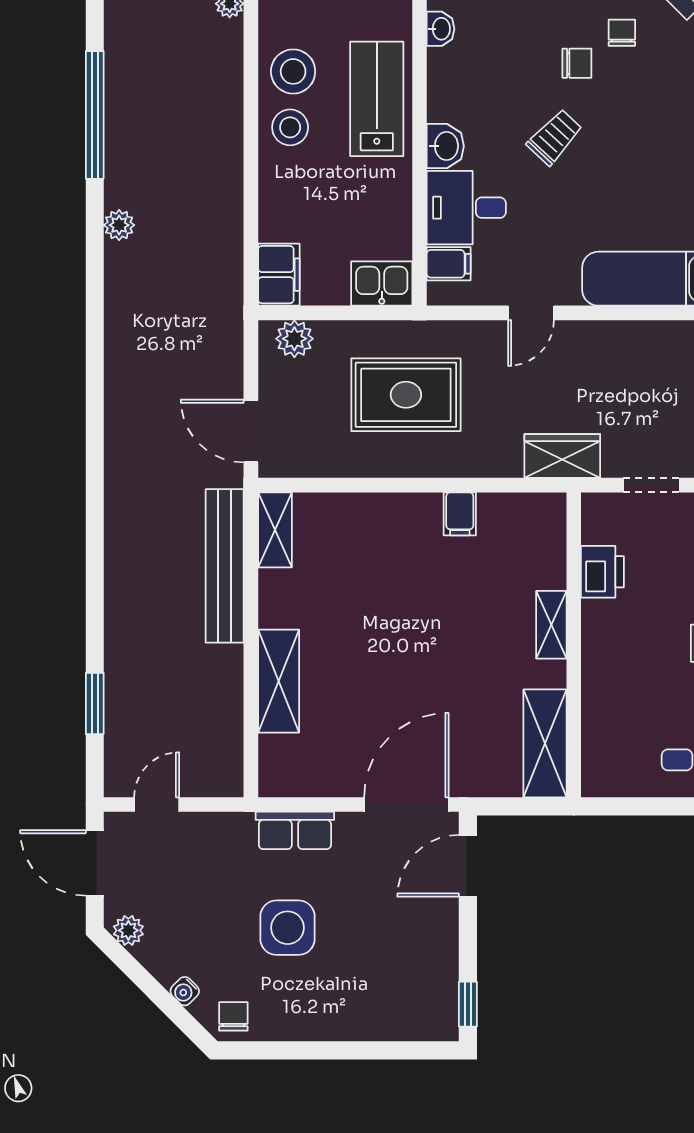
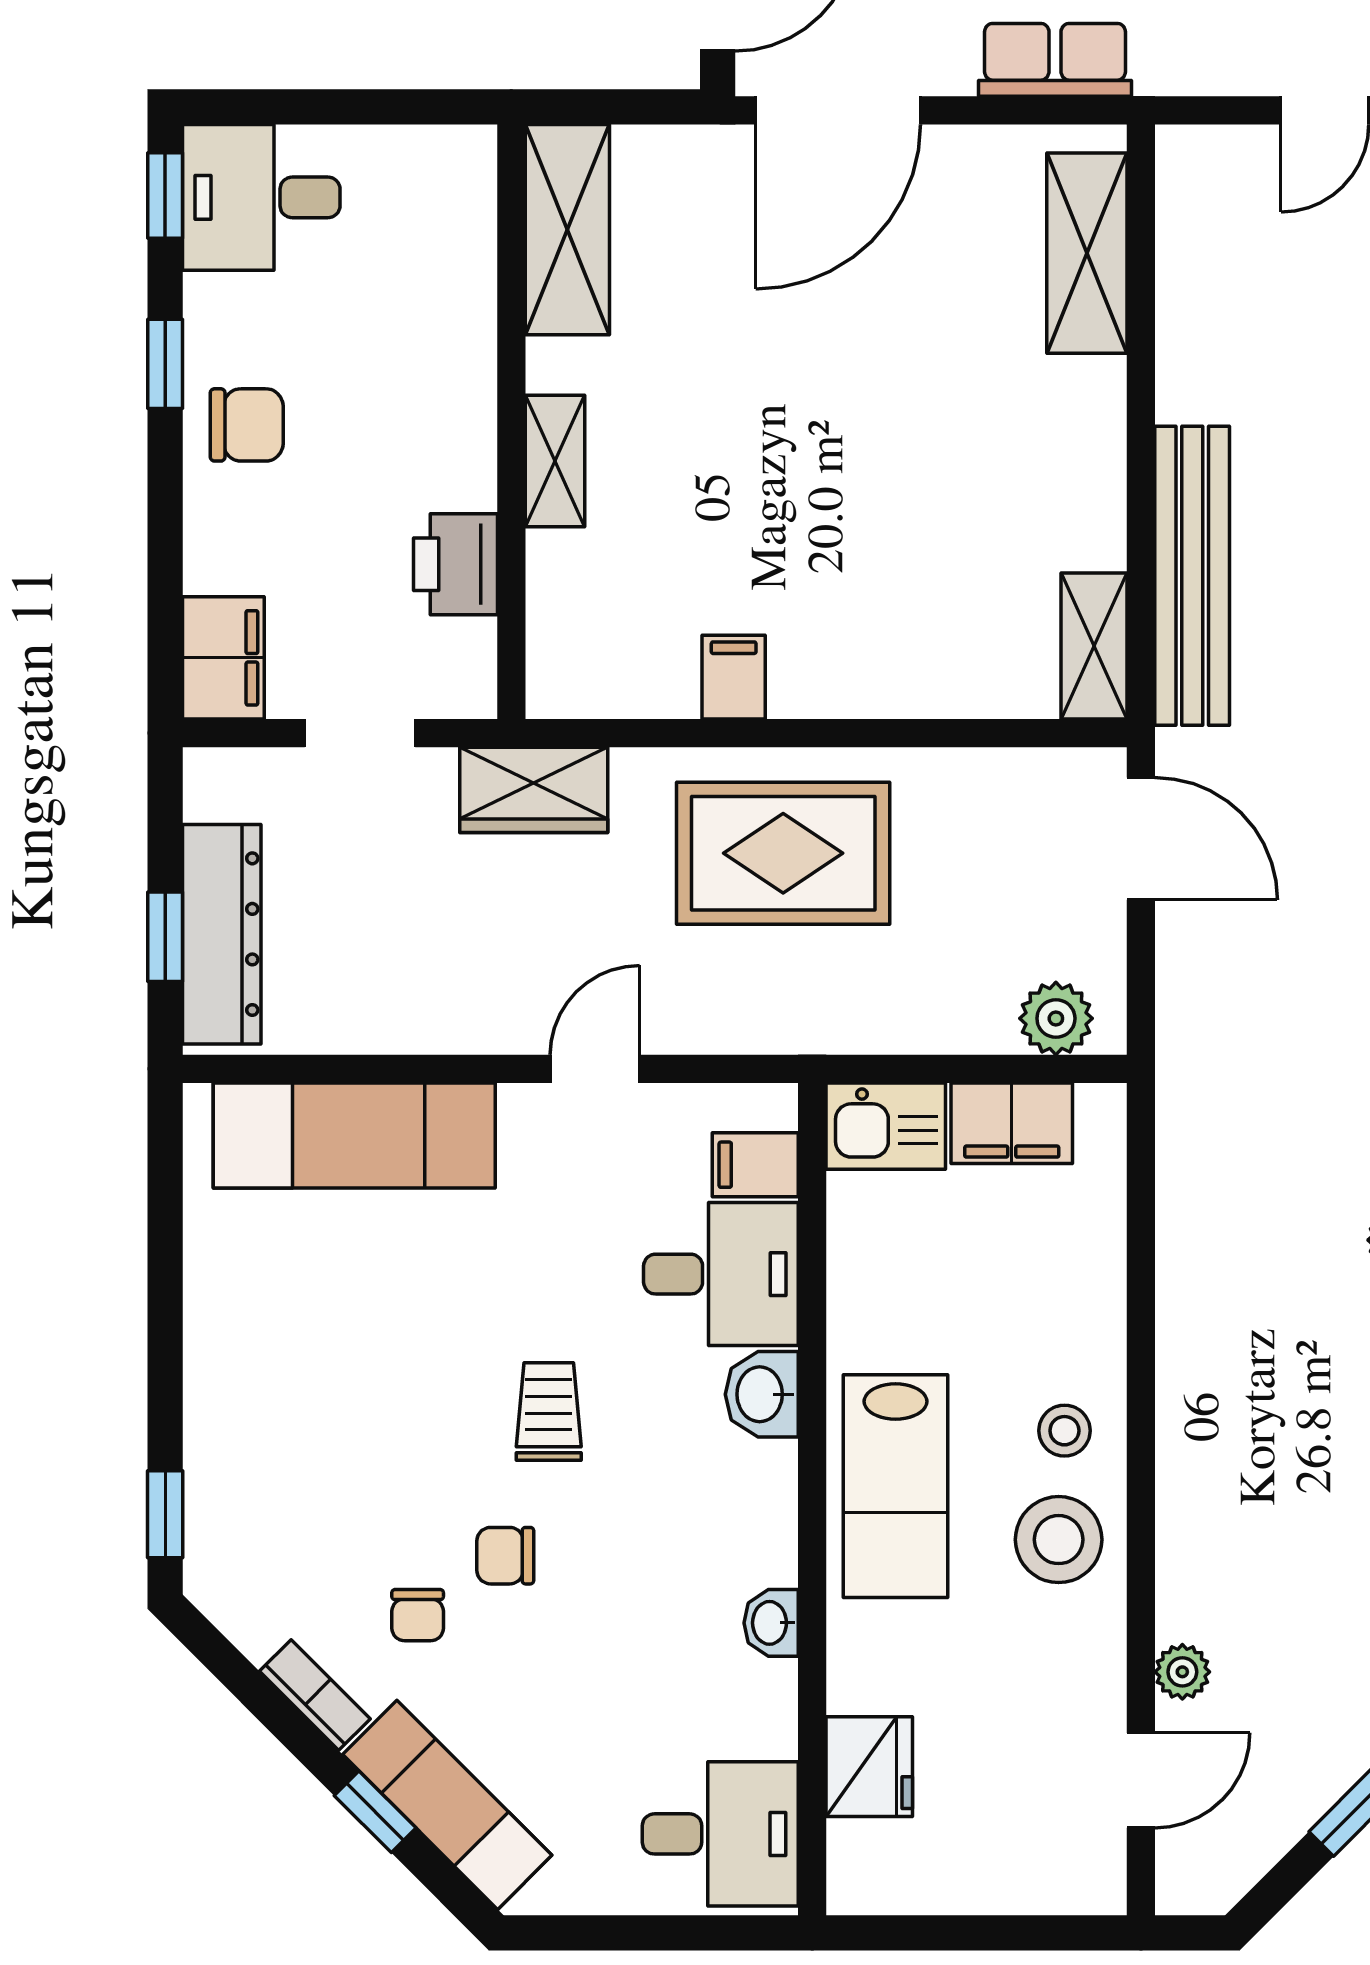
stool: (290, 127) -> (1064, 1431), width x0.73, depth x0.73
trolley: (555, 137) -> (549, 1412), turned 137
filing cabinet: (279, 275) -> (1012, 1123), moved, turned -90
rug: (406, 395) -> (783, 853), moved
shelving: (279, 681) -> (1087, 253), moved

